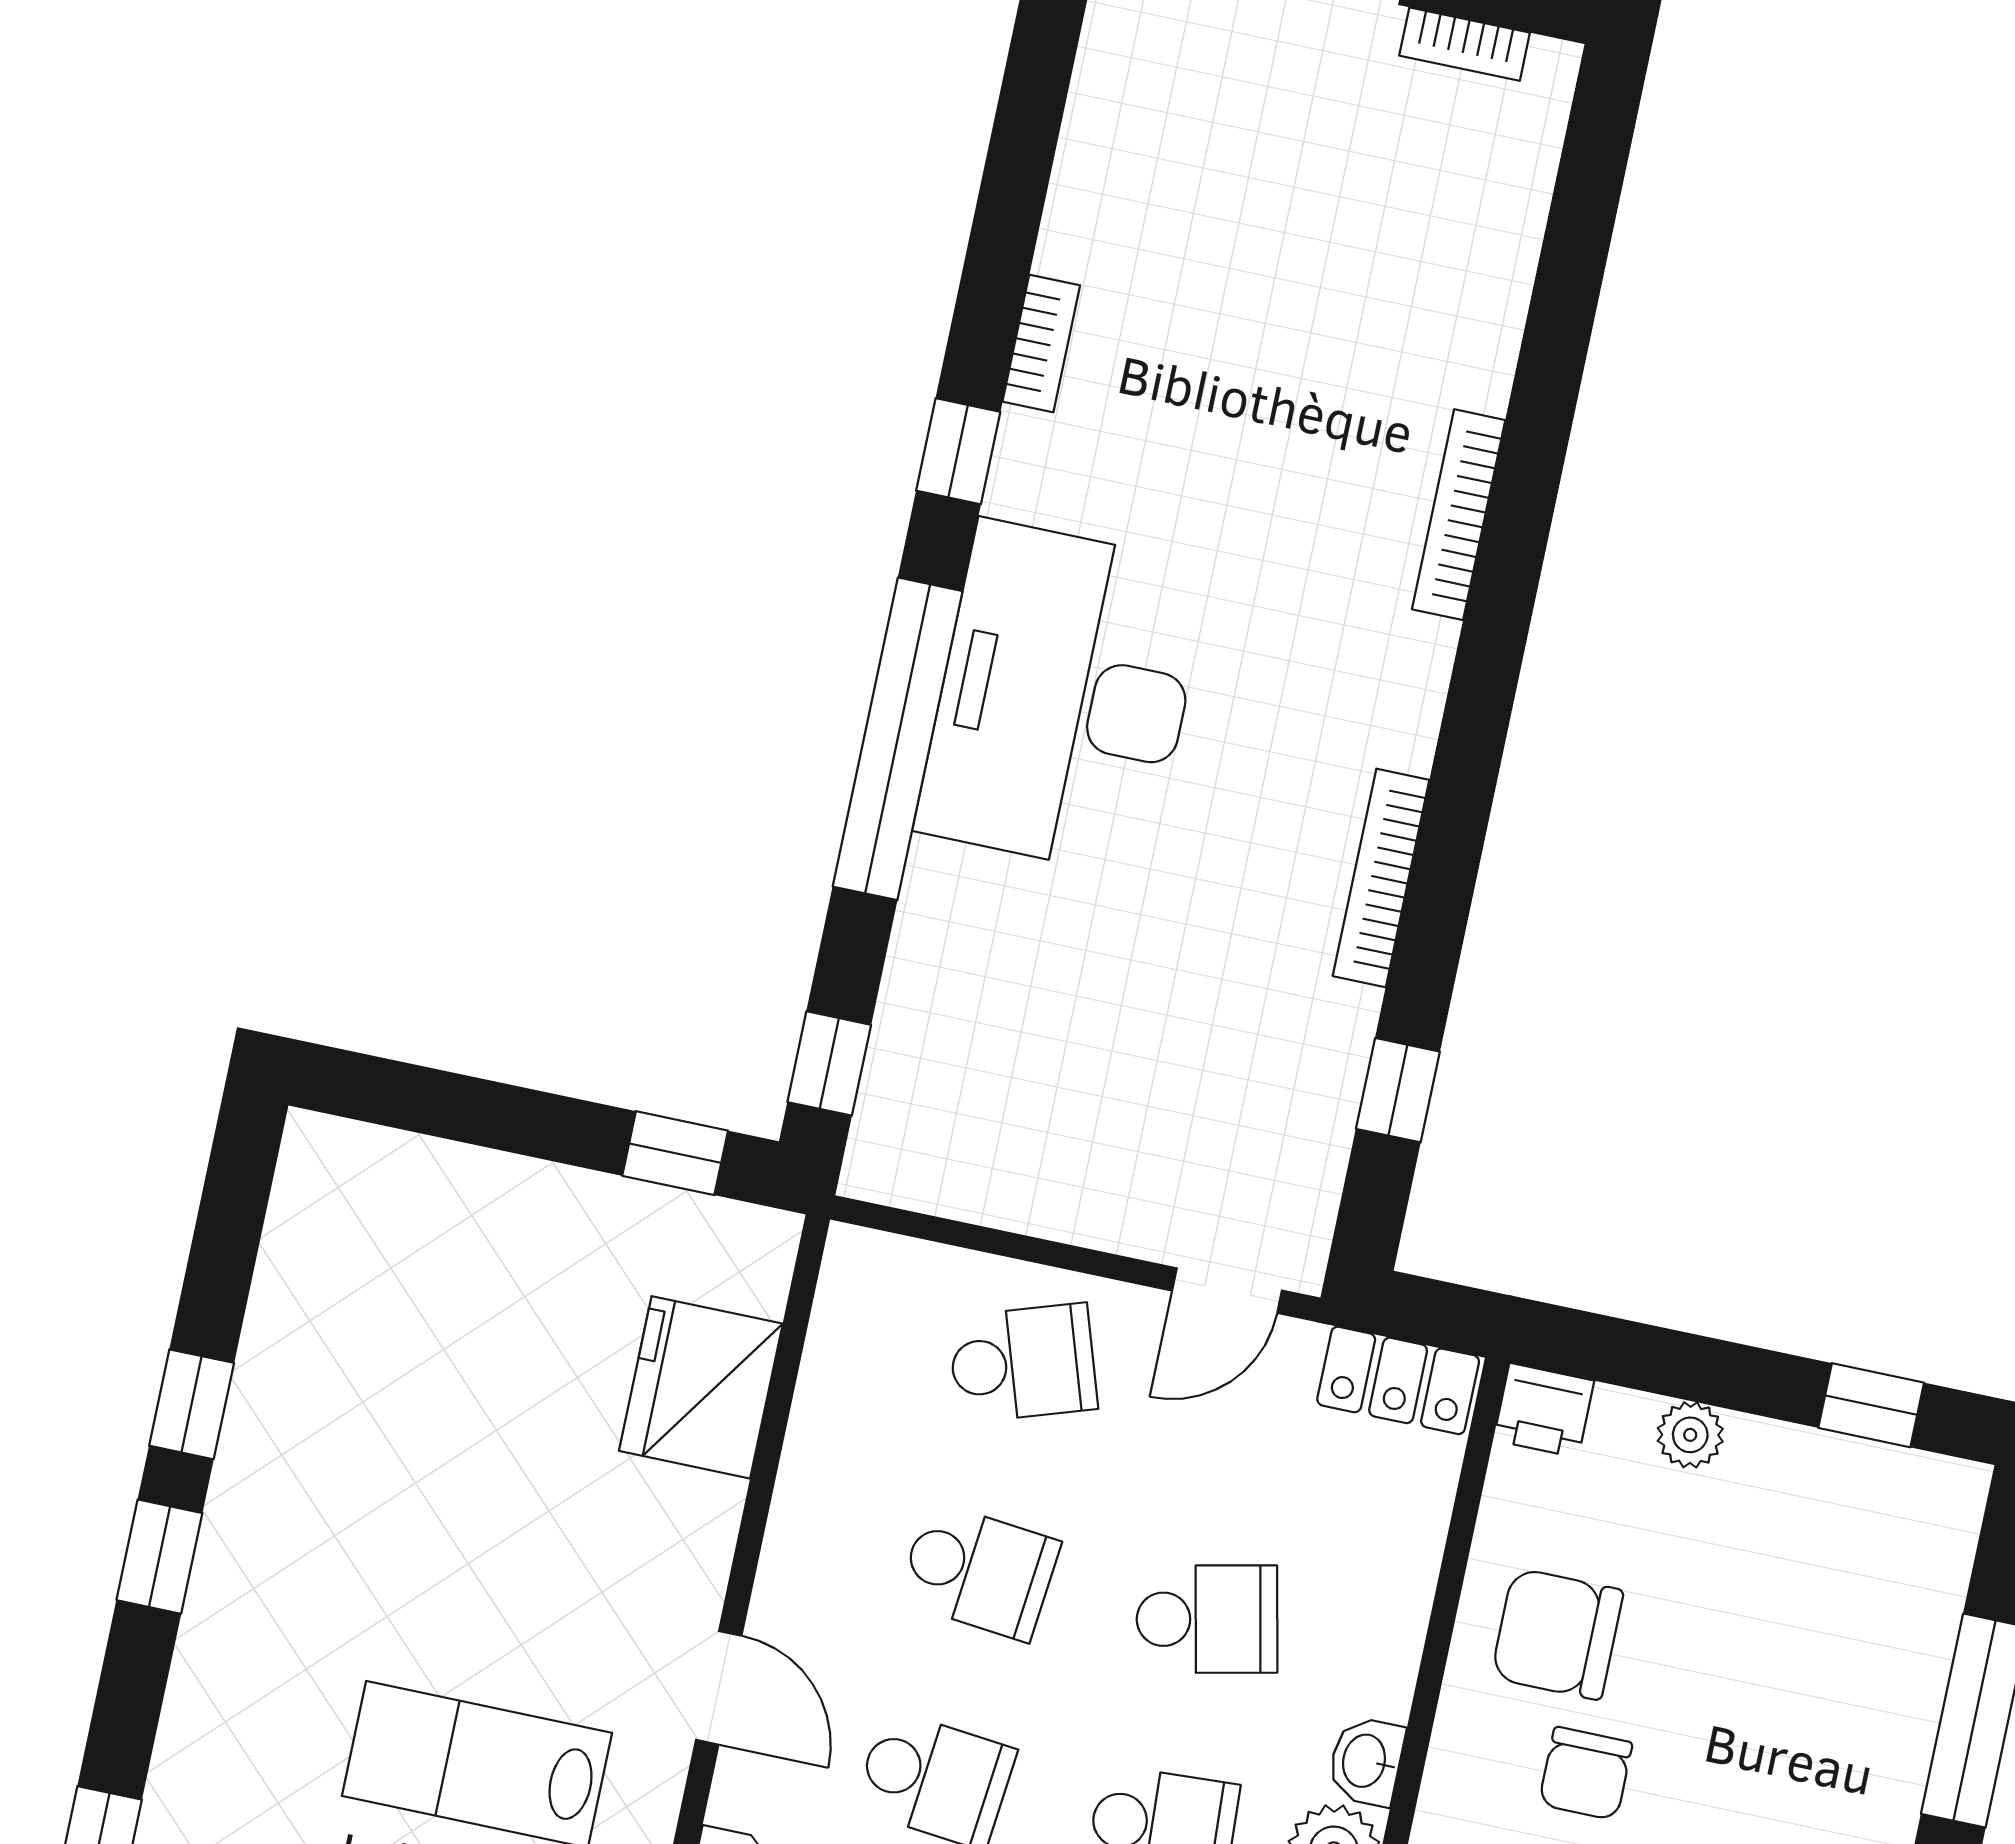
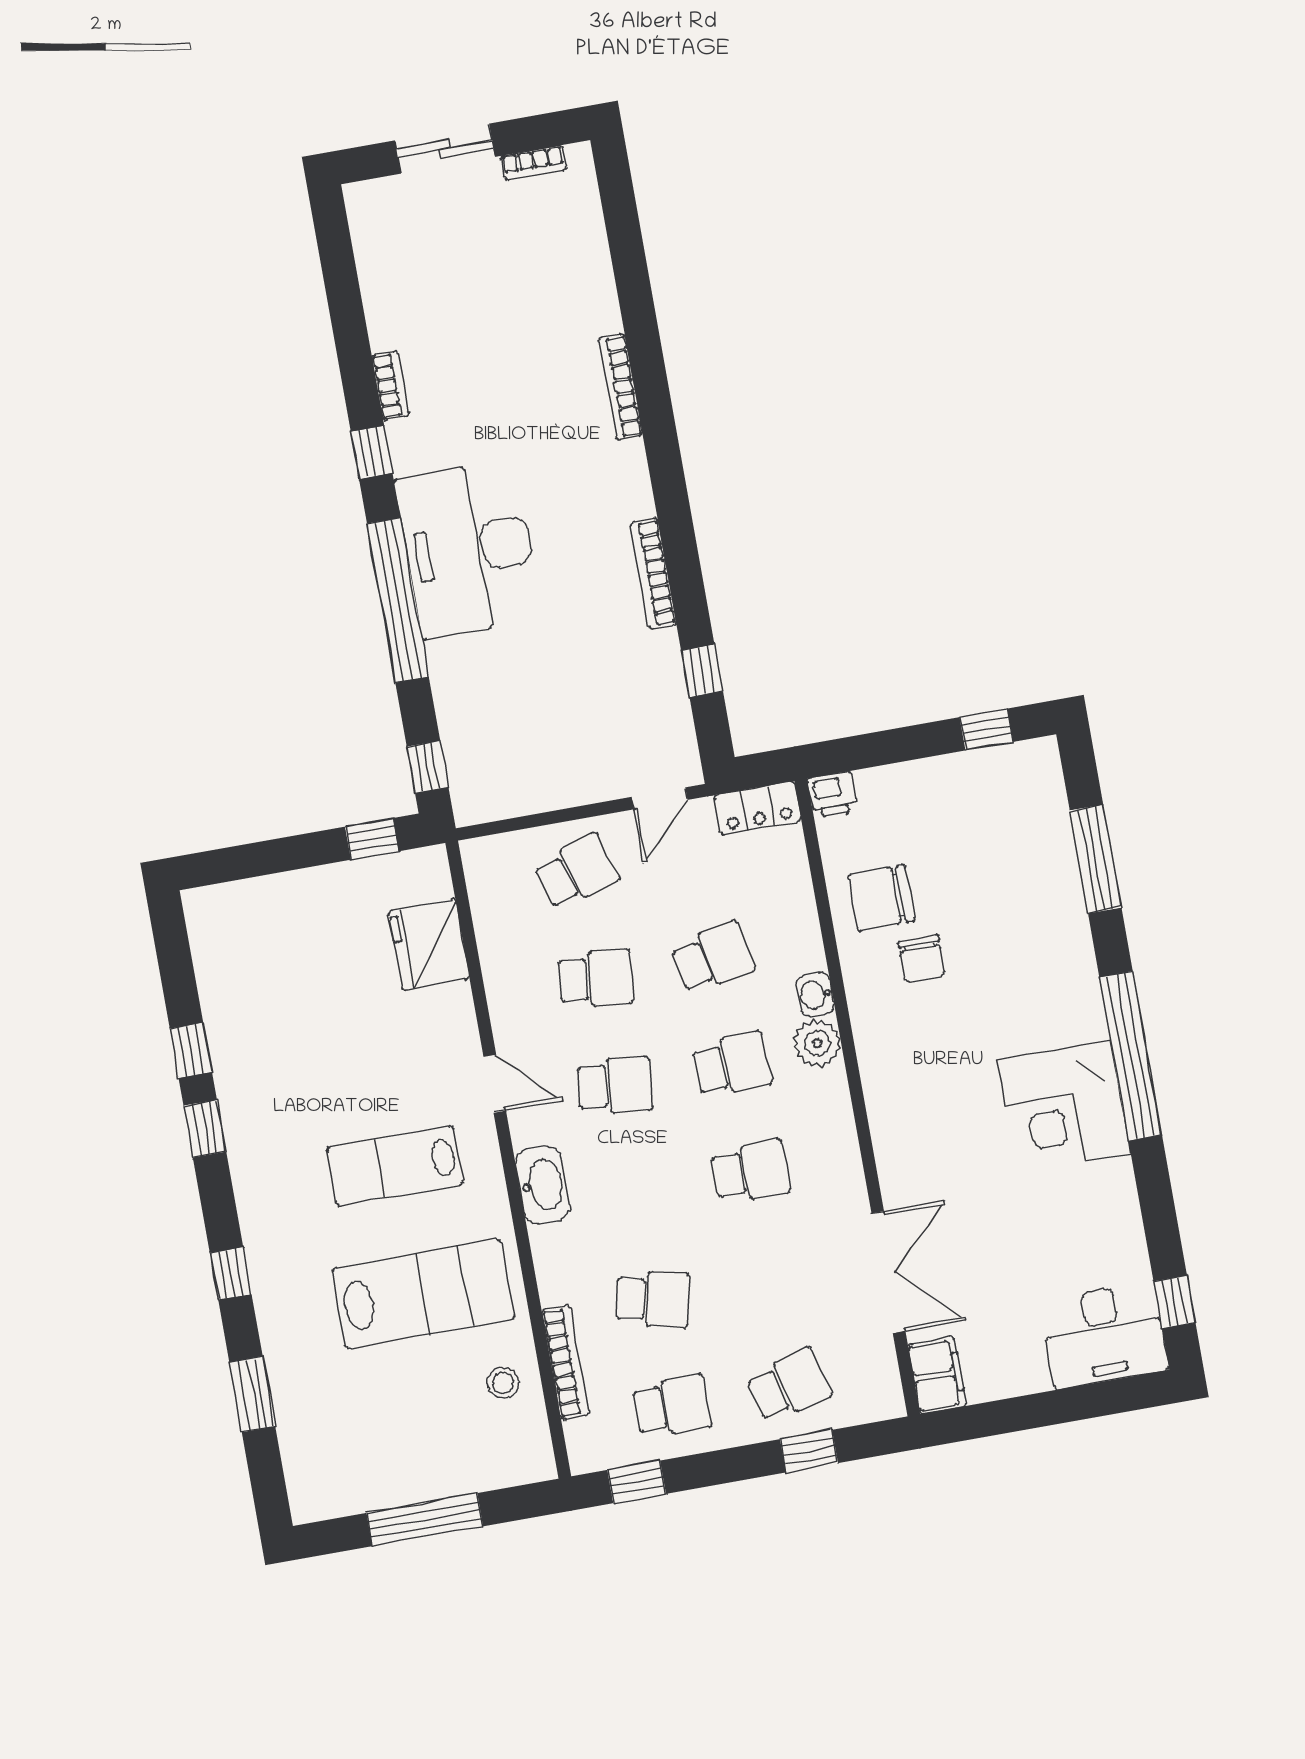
plant: (1690, 1435) -> (906, 778), removed

